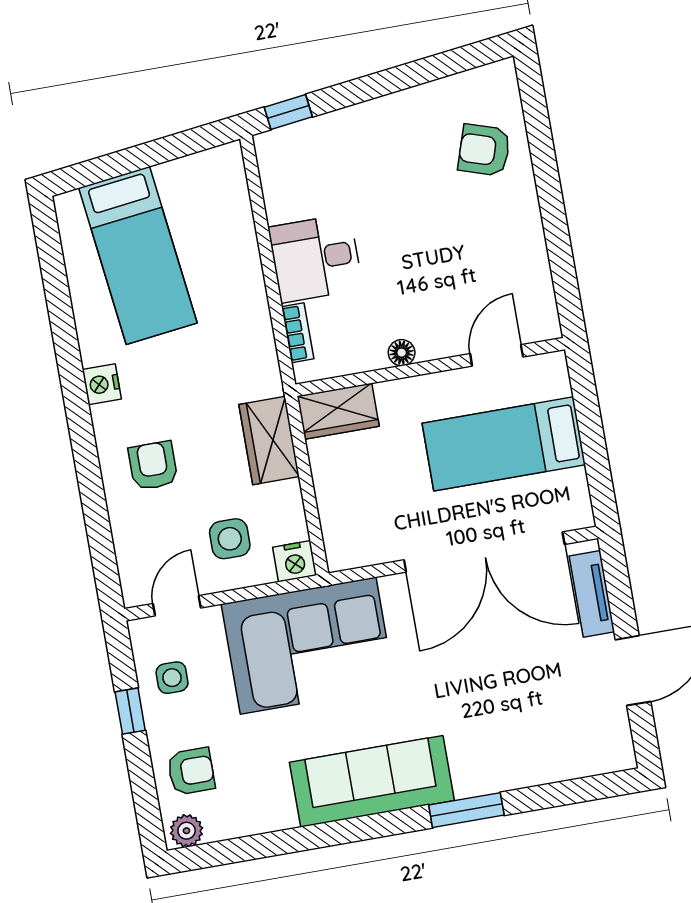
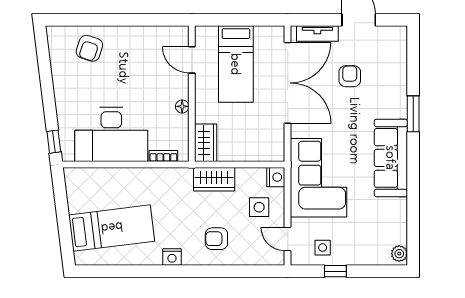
desk: (315, 258) -> (111, 135), width x1.87, depth x1.30
armchair: (191, 771) -> (350, 76), moved

